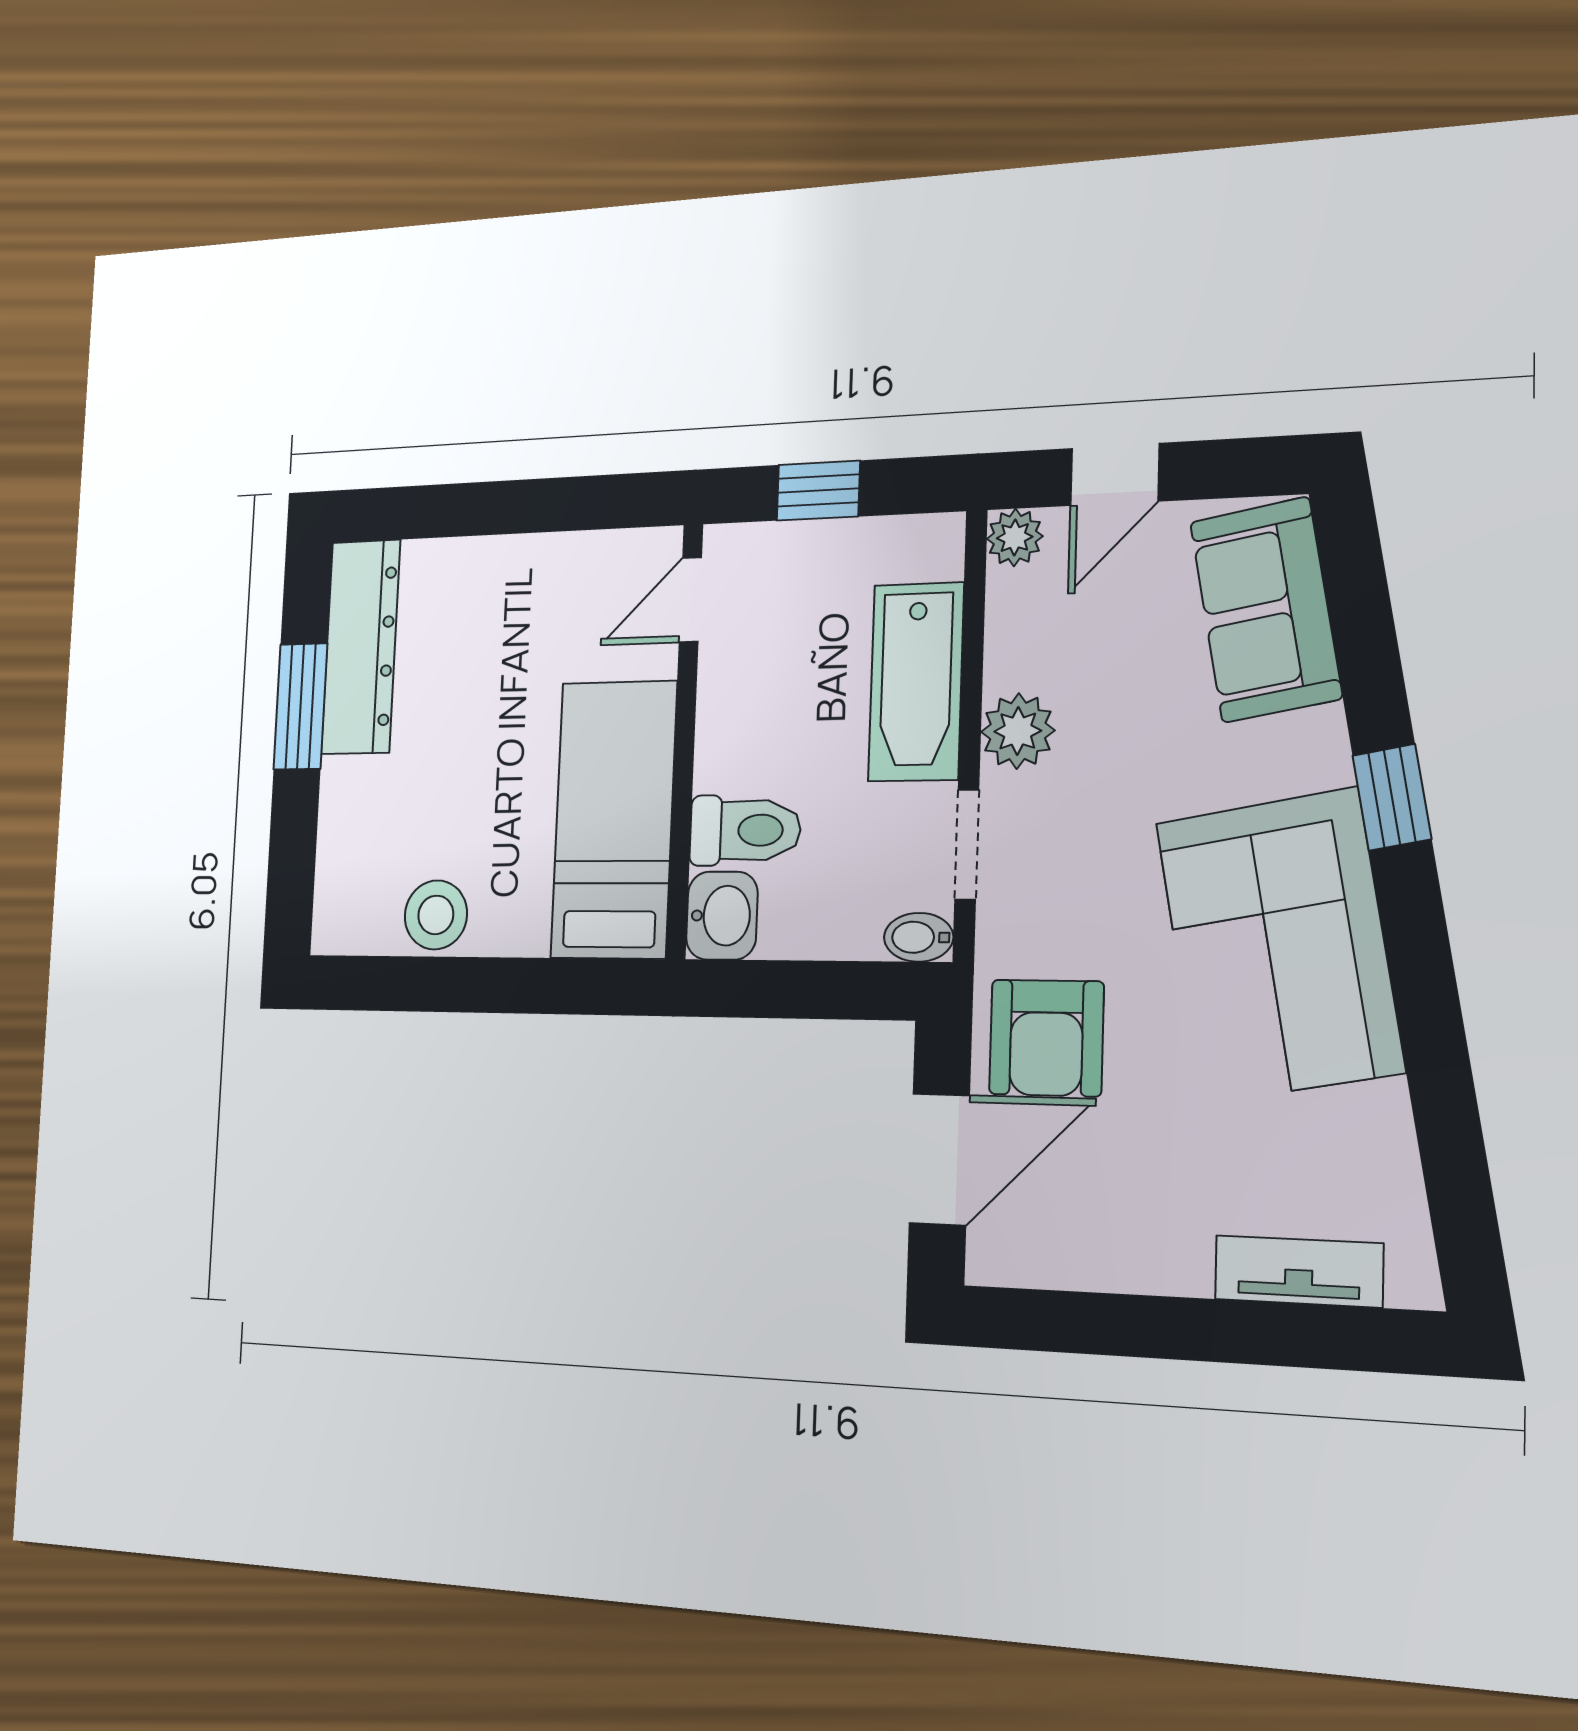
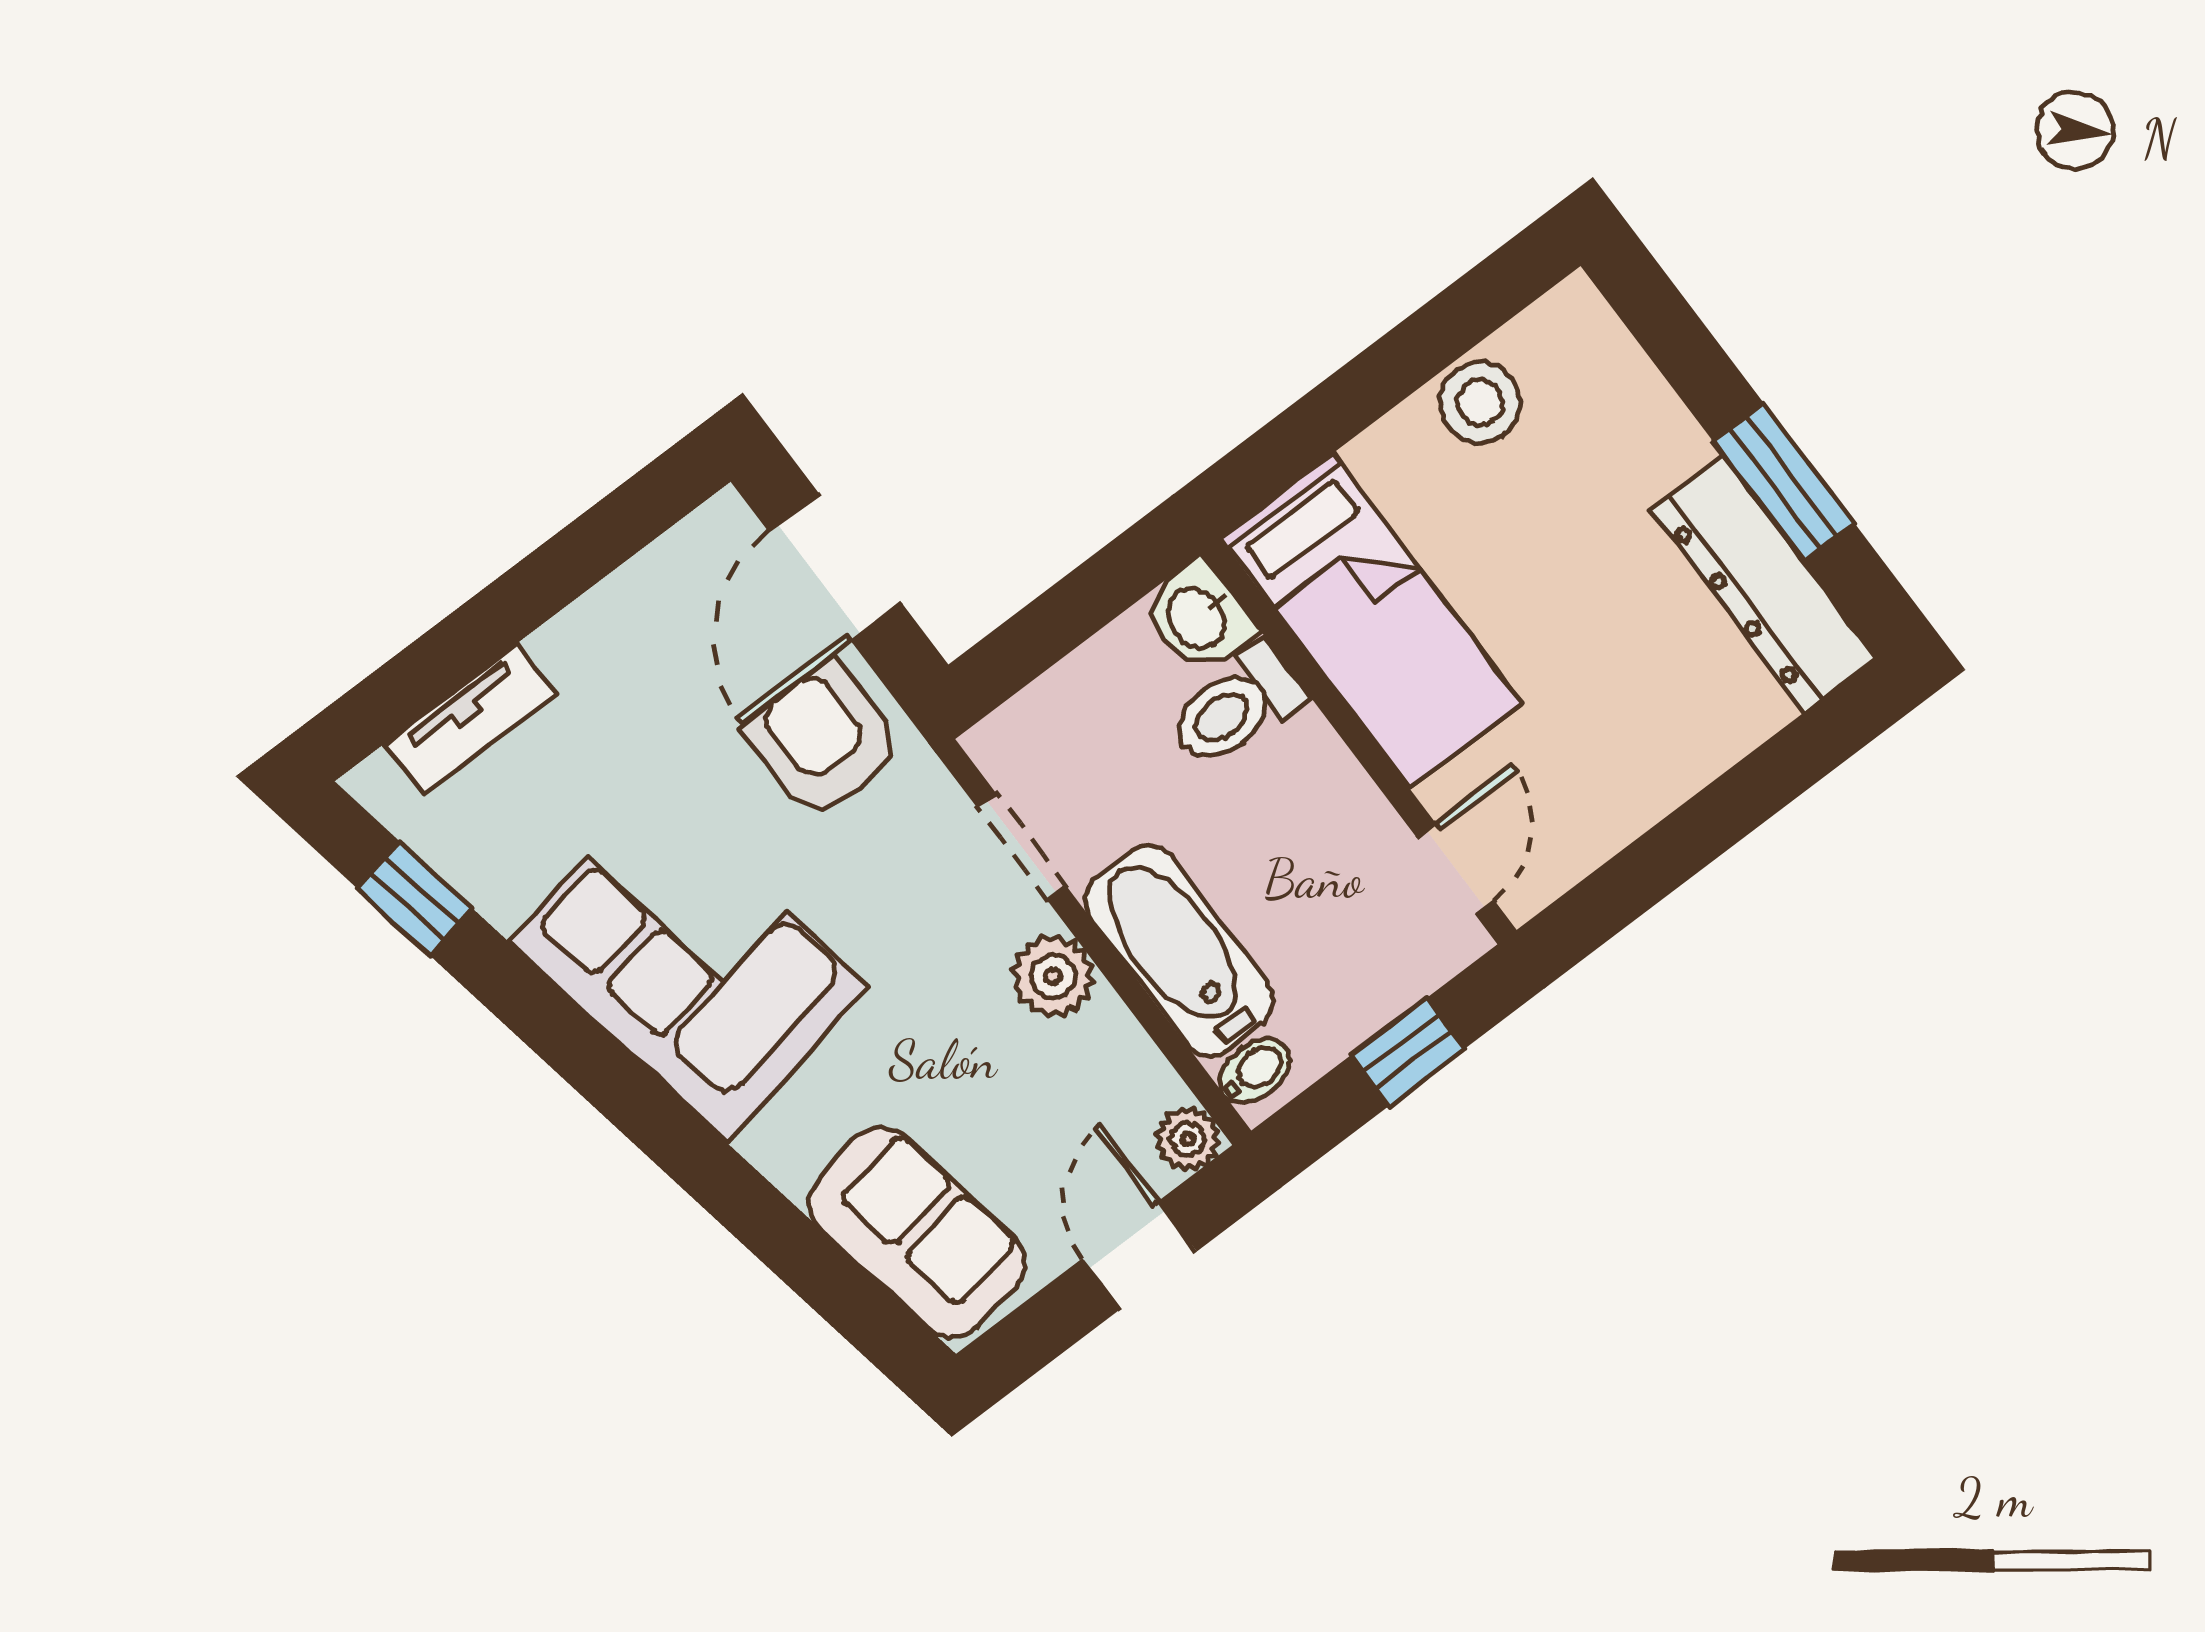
window: (1392, 797) -> (415, 899), moved
bidet: (919, 937) -> (1255, 1071), moved

